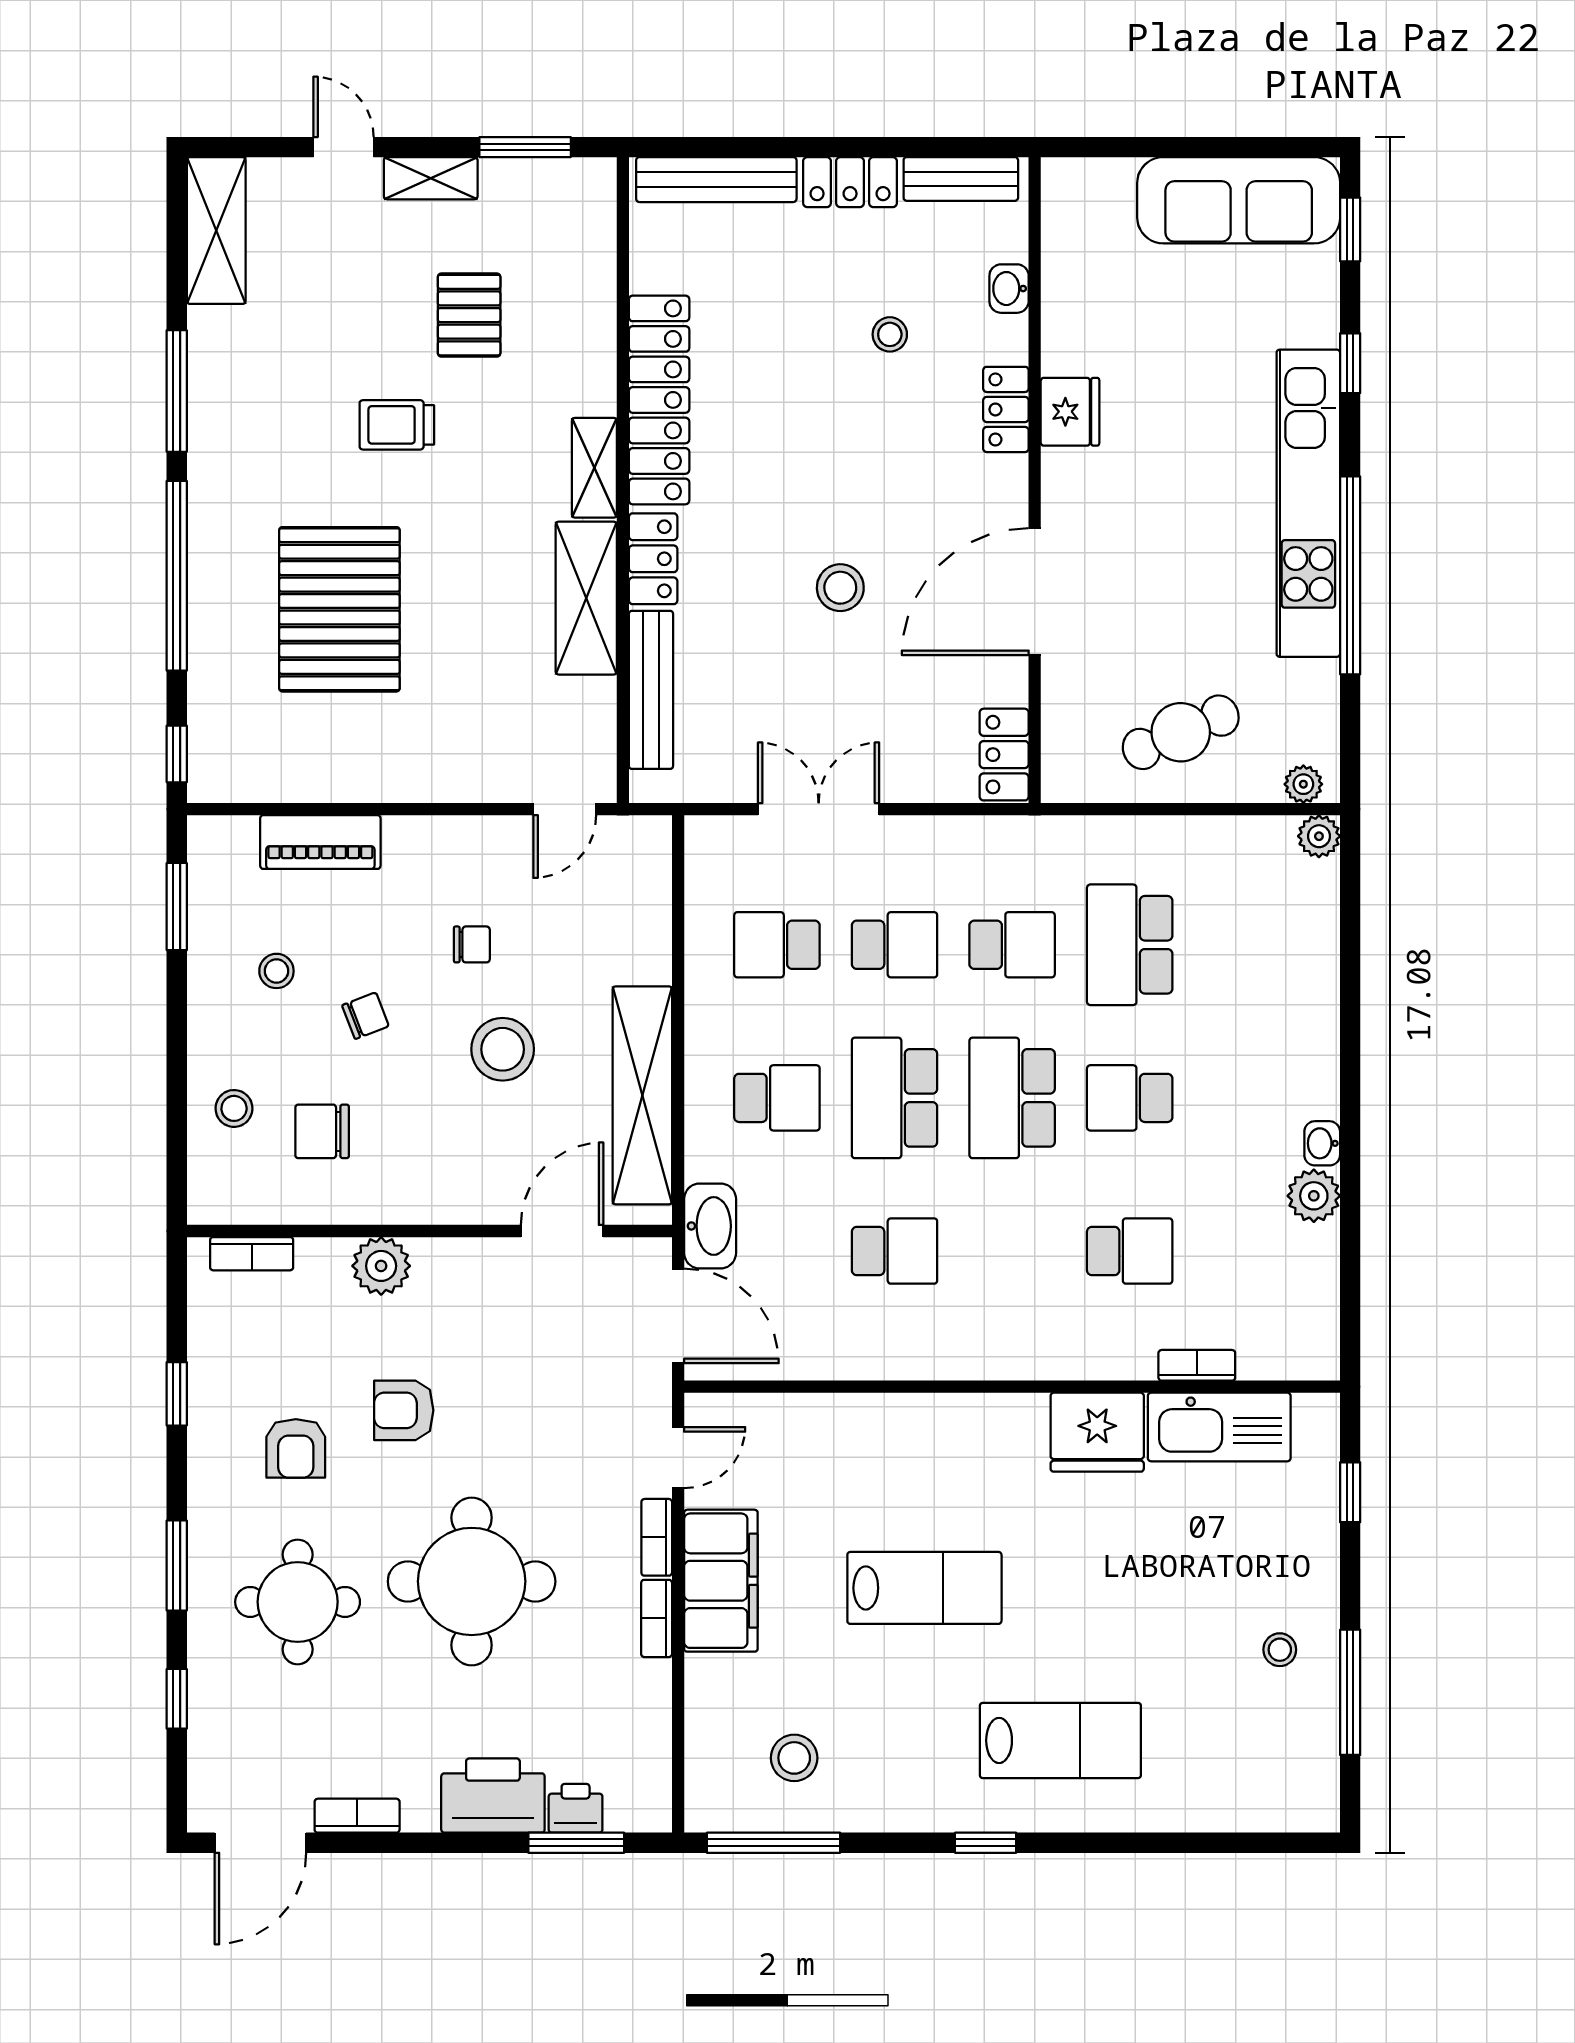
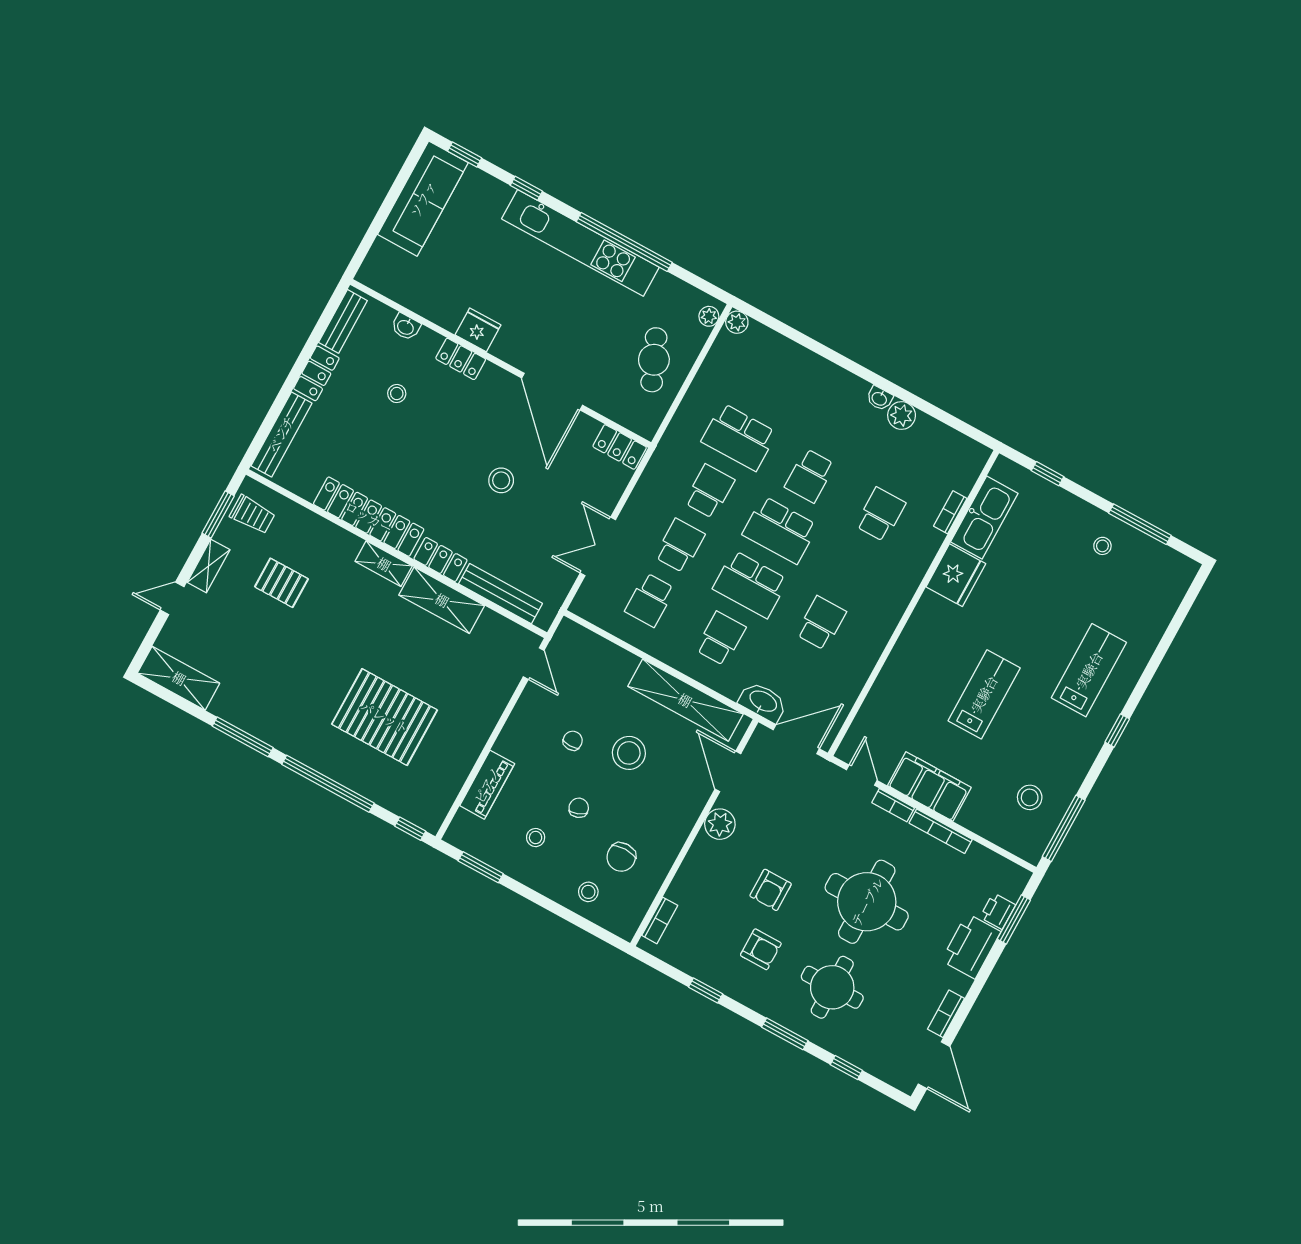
trolley: (397, 425) -> (252, 515), moved, turned -90
plant: (381, 1266) -> (720, 824), moved
bookcase: (657, 1618) -> (941, 831), width x1.56

